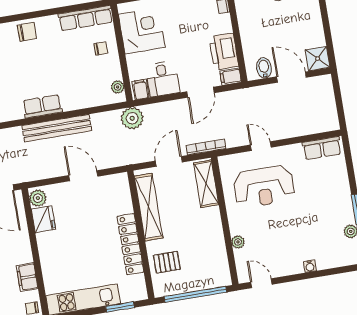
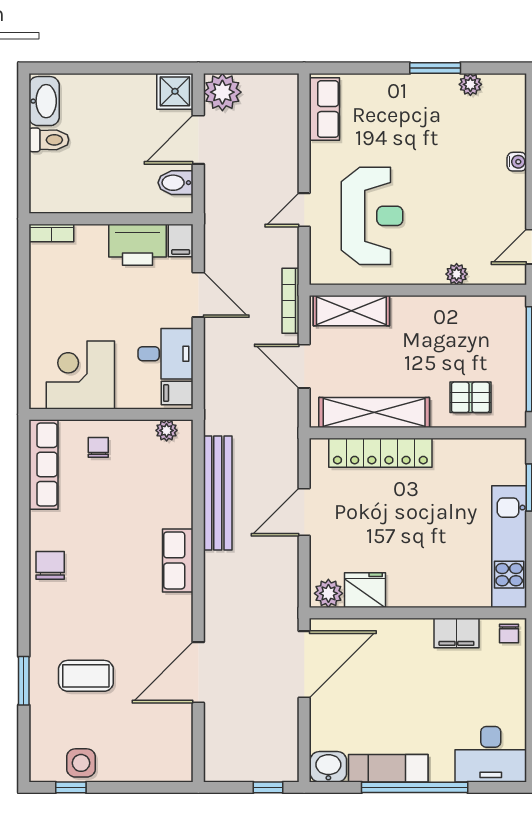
plant: (132, 118) -> (222, 92), moved
bench: (57, 128) -> (218, 493), moved
locker: (130, 244) -> (380, 453), moved
pallet: (167, 262) -> (470, 397), turned 90

